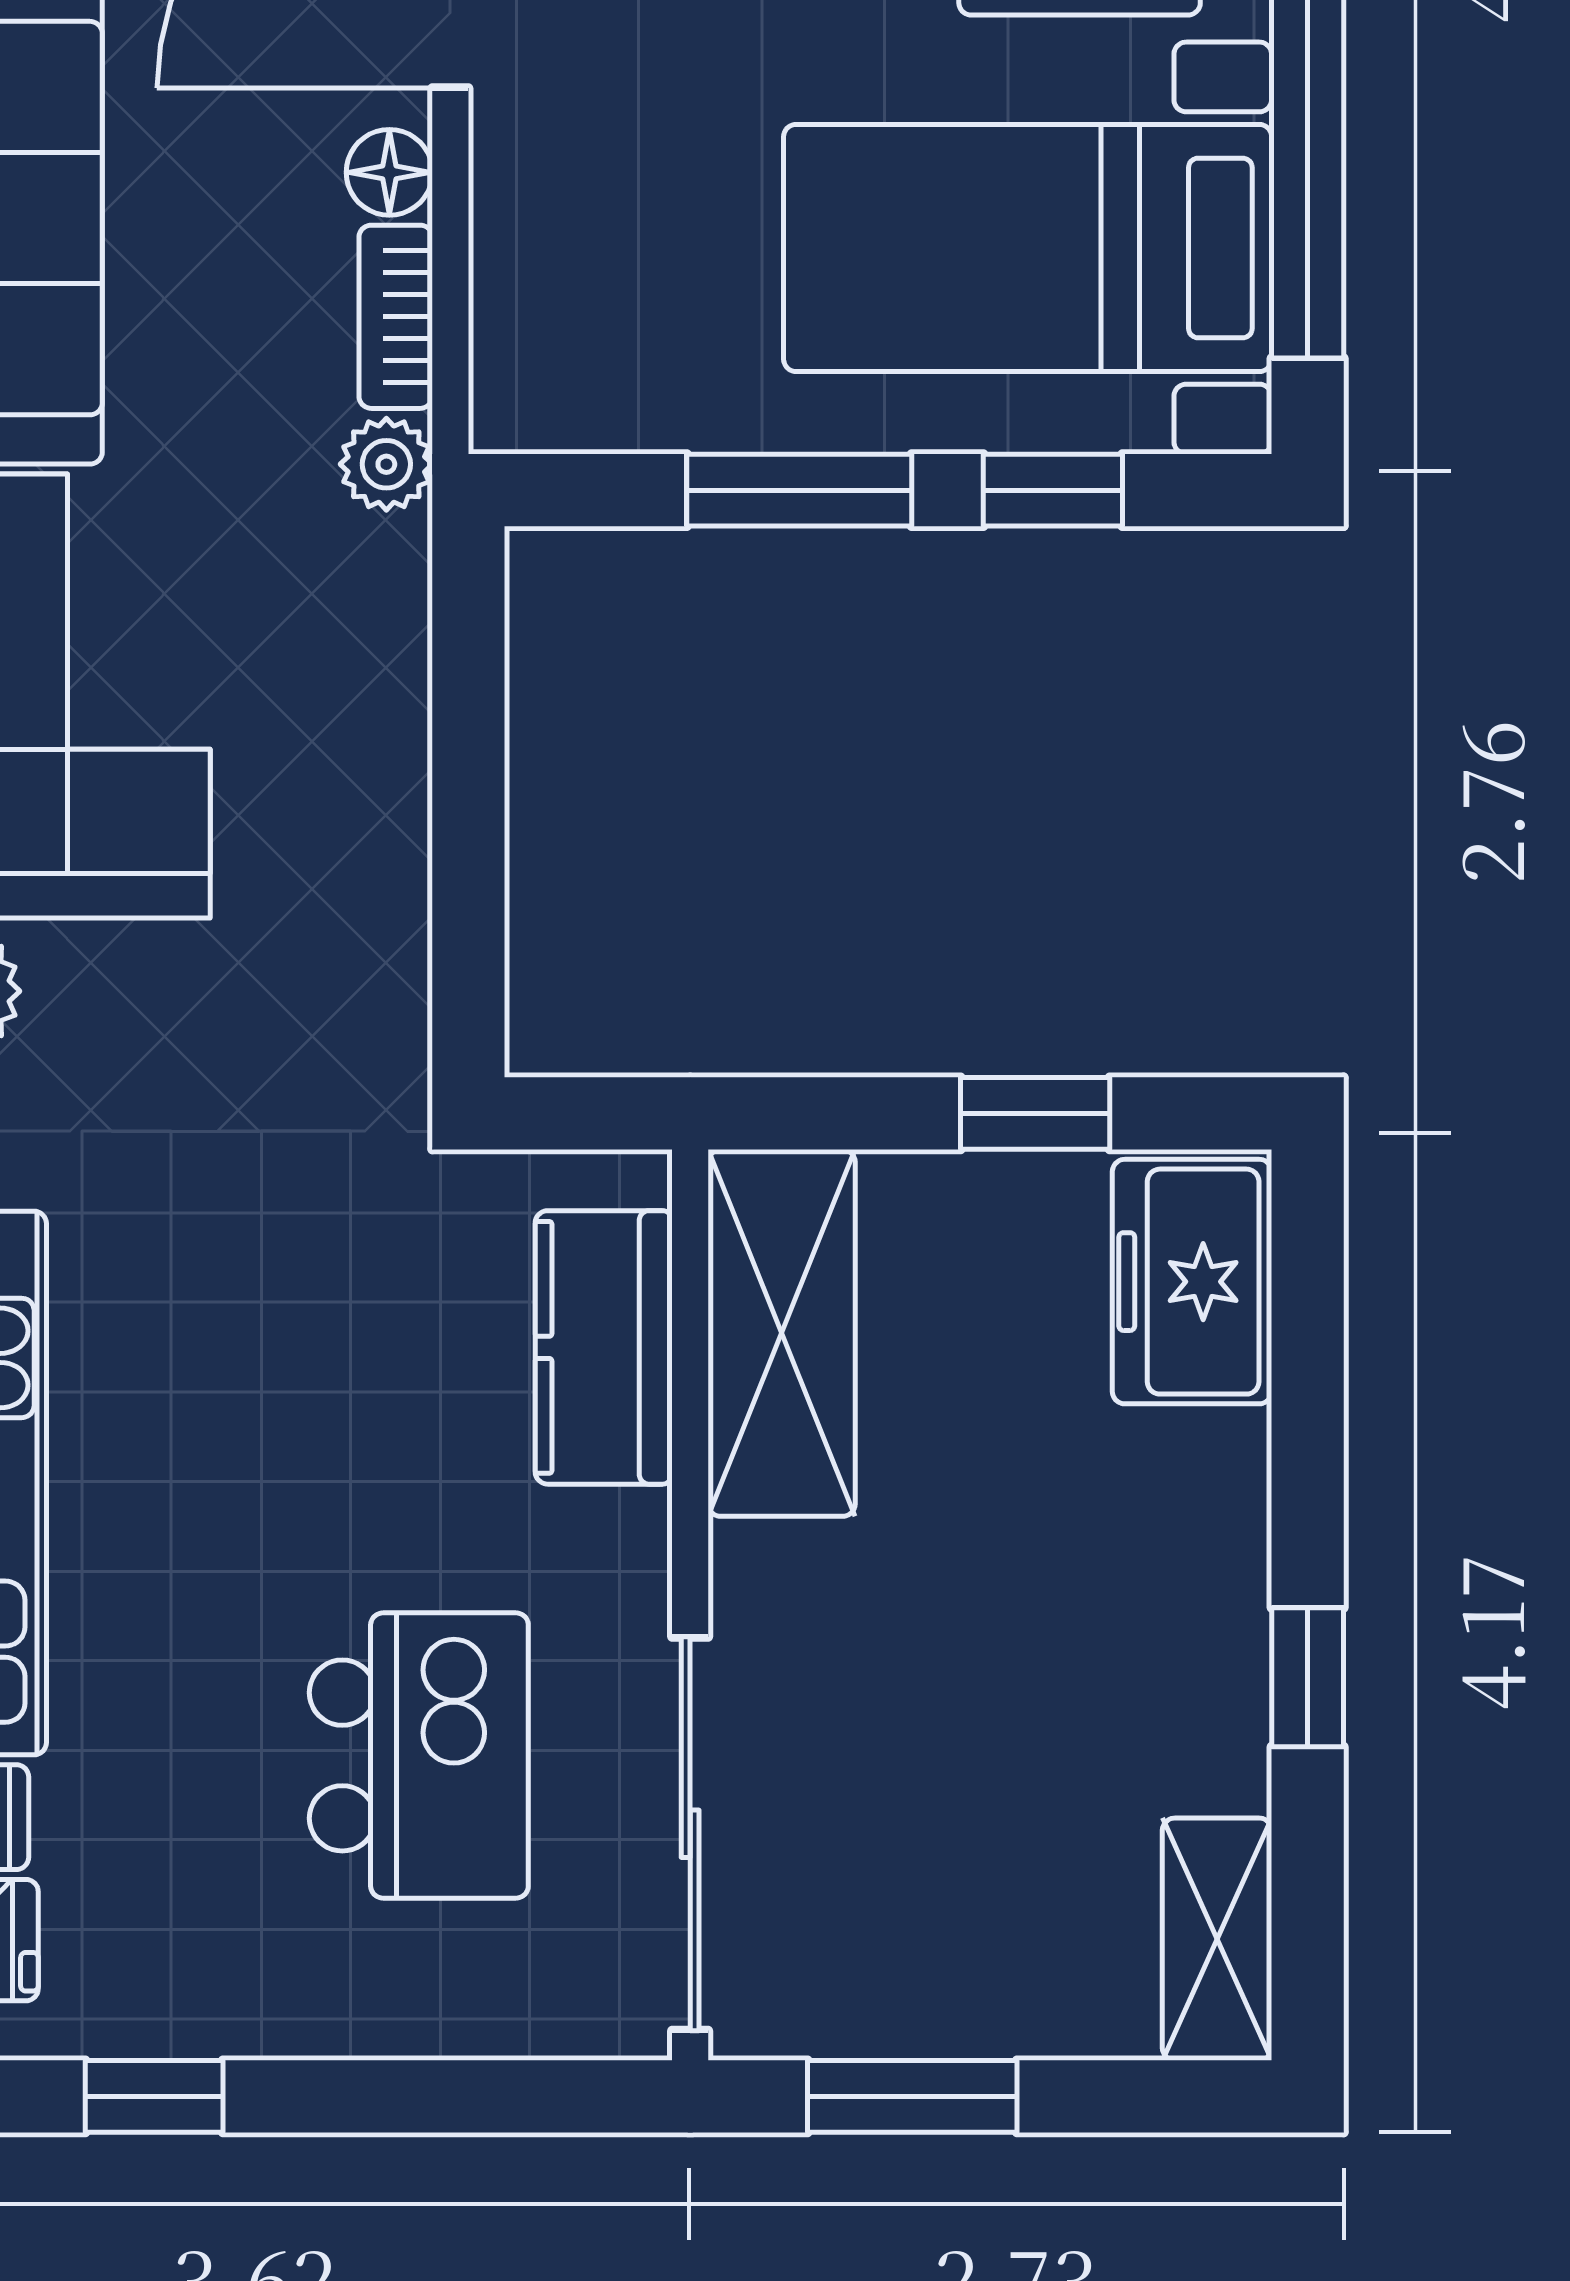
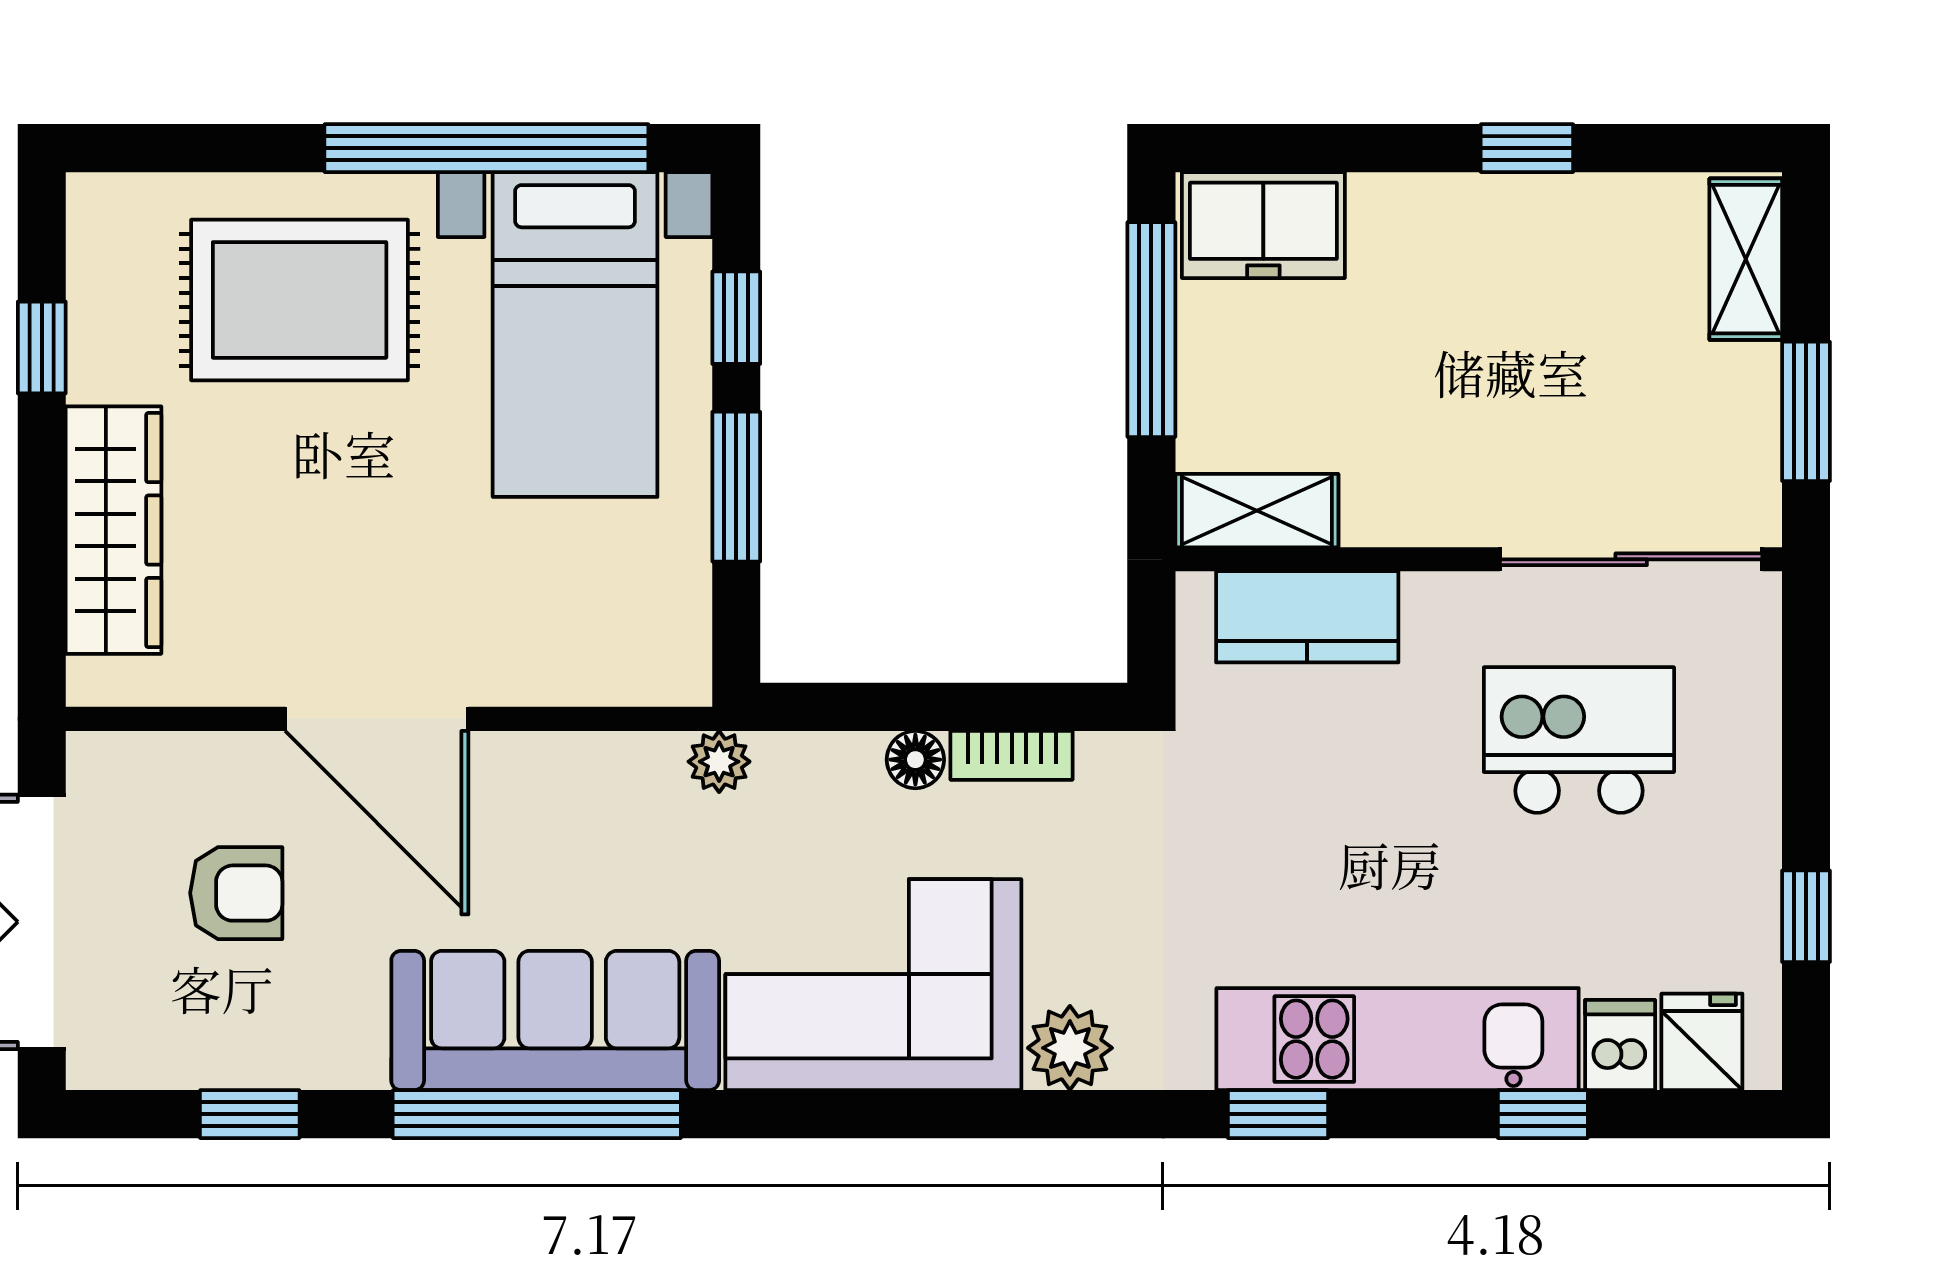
floor lamp: (389, 172) -> (915, 760), moved
bookcase: (396, 317) -> (1012, 755), moved
window: (1035, 1113) -> (1151, 330), width x2.17
shelving: (782, 1333) -> (1257, 511), width x0.67, depth x0.75
shelving: (1217, 1939) -> (1746, 259), moved, turned 90

